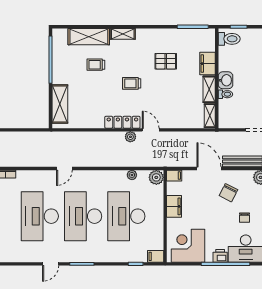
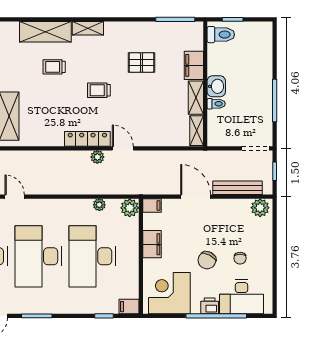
door: (64, 168) -> (15, 197), swing flipped
chair: (228, 193) -> (207, 260), moved

